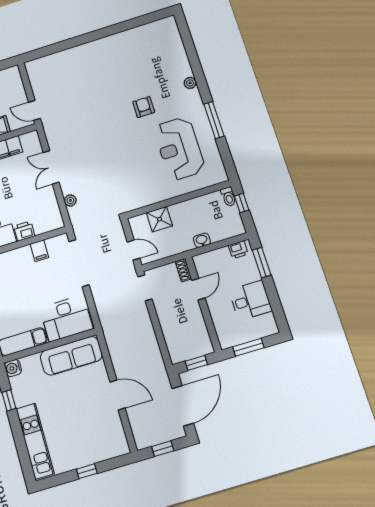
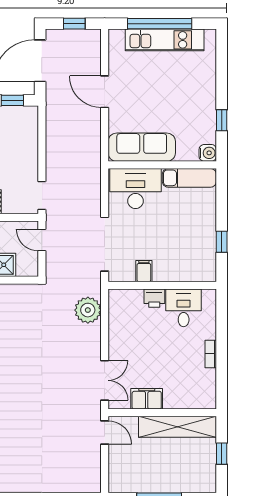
double door: (51, 167) -> (105, 380), moved
plant: (70, 200) -> (88, 310), width x1.88, depth x1.88
kitchen unit: (35, 441) -> (165, 40), moved, turned -90
window: (87, 471) -> (160, 24), width x3.17

